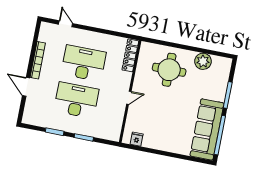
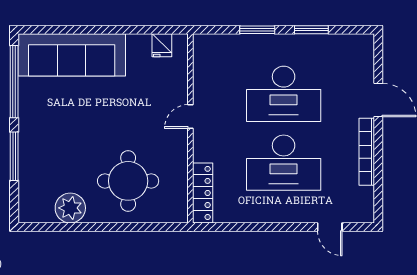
sofa: (207, 129) -> (72, 55), moved, turned 90

